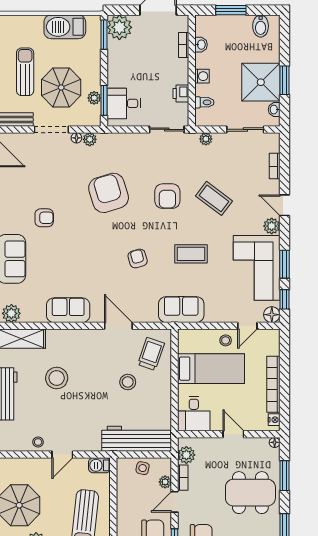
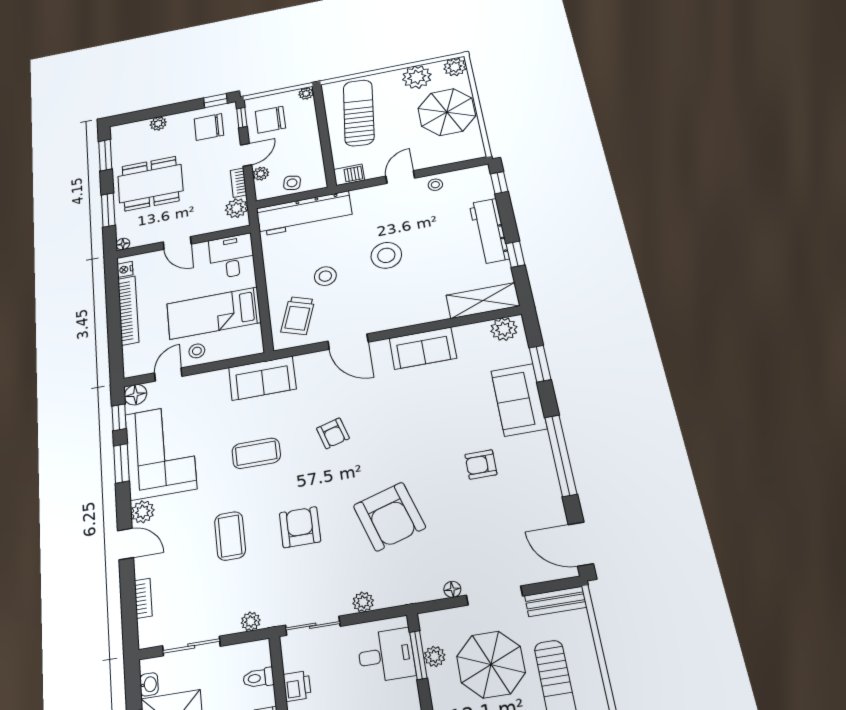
plant: (90, 139) -> (363, 602), moved
coffee table: (214, 198) -> (230, 536), turned 53
stool: (57, 378) -> (386, 255), moved

